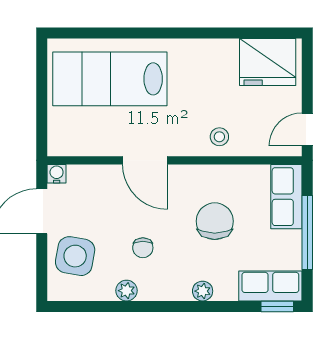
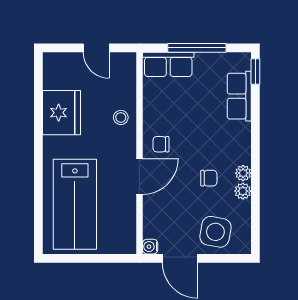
fridge: (268, 62) -> (62, 113), moved
door: (307, 130) -> (96, 48), moved
chair: (215, 221) -> (161, 144), moved, width x0.54, depth x0.54
row of seats: (270, 286) -> (239, 96), moved
plant: (203, 291) -> (243, 173), moved

